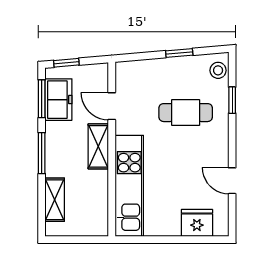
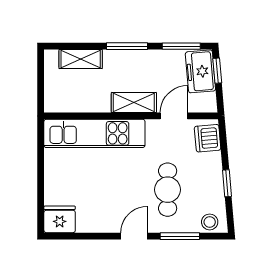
dishwasher: (134, 72) -> (208, 138), added
freezer: (58, 100) -> (200, 71), moved, turned 85
window: (232, 100) -> (180, 236), width x1.50
door: (232, 181) -> (134, 236), moved
fridge: (197, 223) -> (60, 219), moved, turned -90

